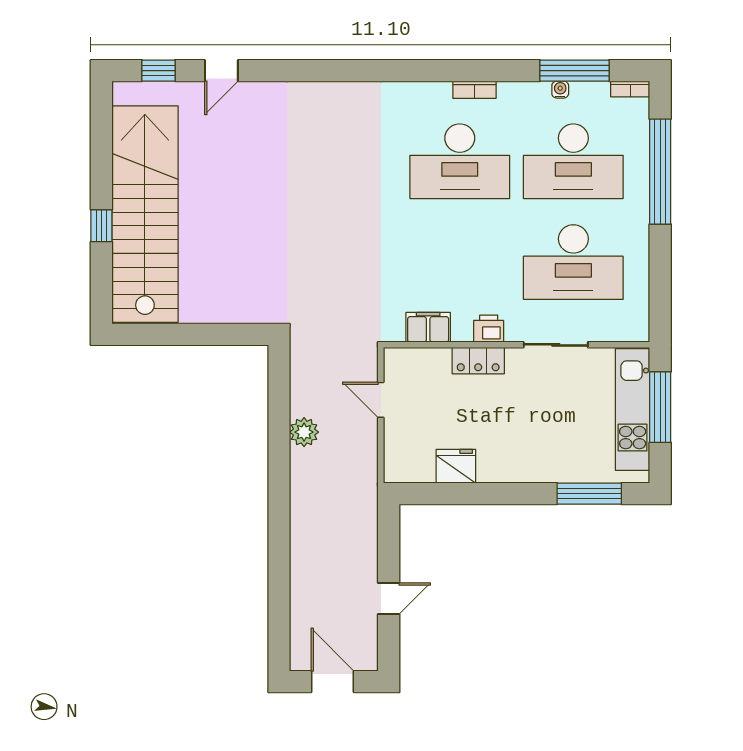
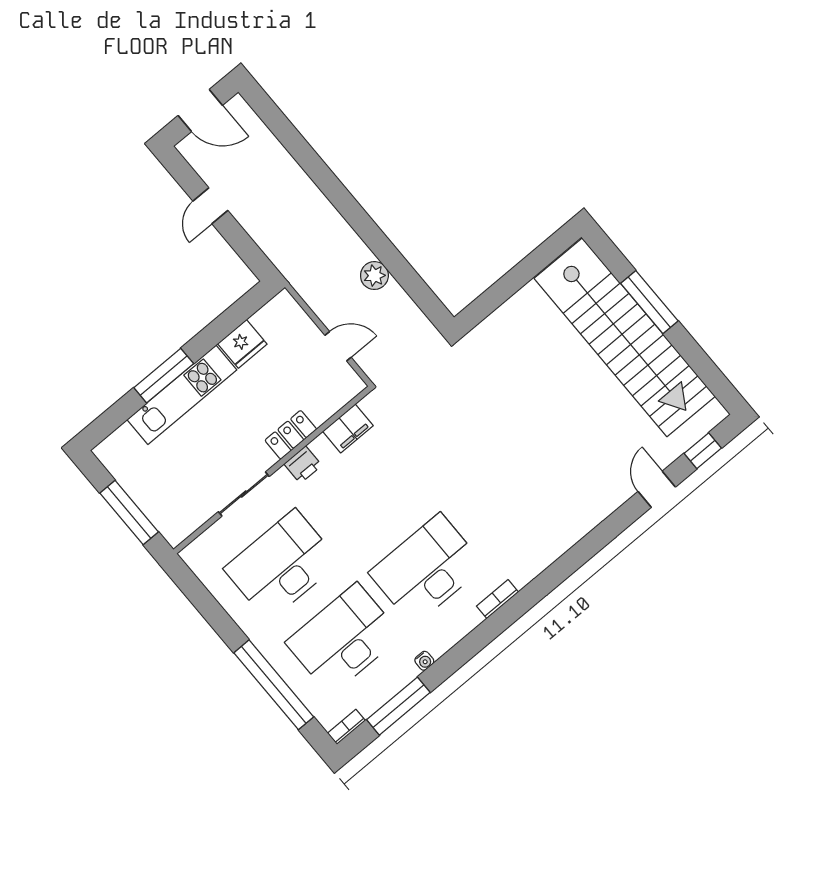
bookcase: (474, 90) -> (498, 599), moved
water cooler: (560, 90) -> (424, 661), moved
window: (101, 226) -> (649, 302), width x2.17
kitchen unit: (633, 410) -> (182, 395), moved, turned 90
window: (589, 494) -> (164, 376), moved

